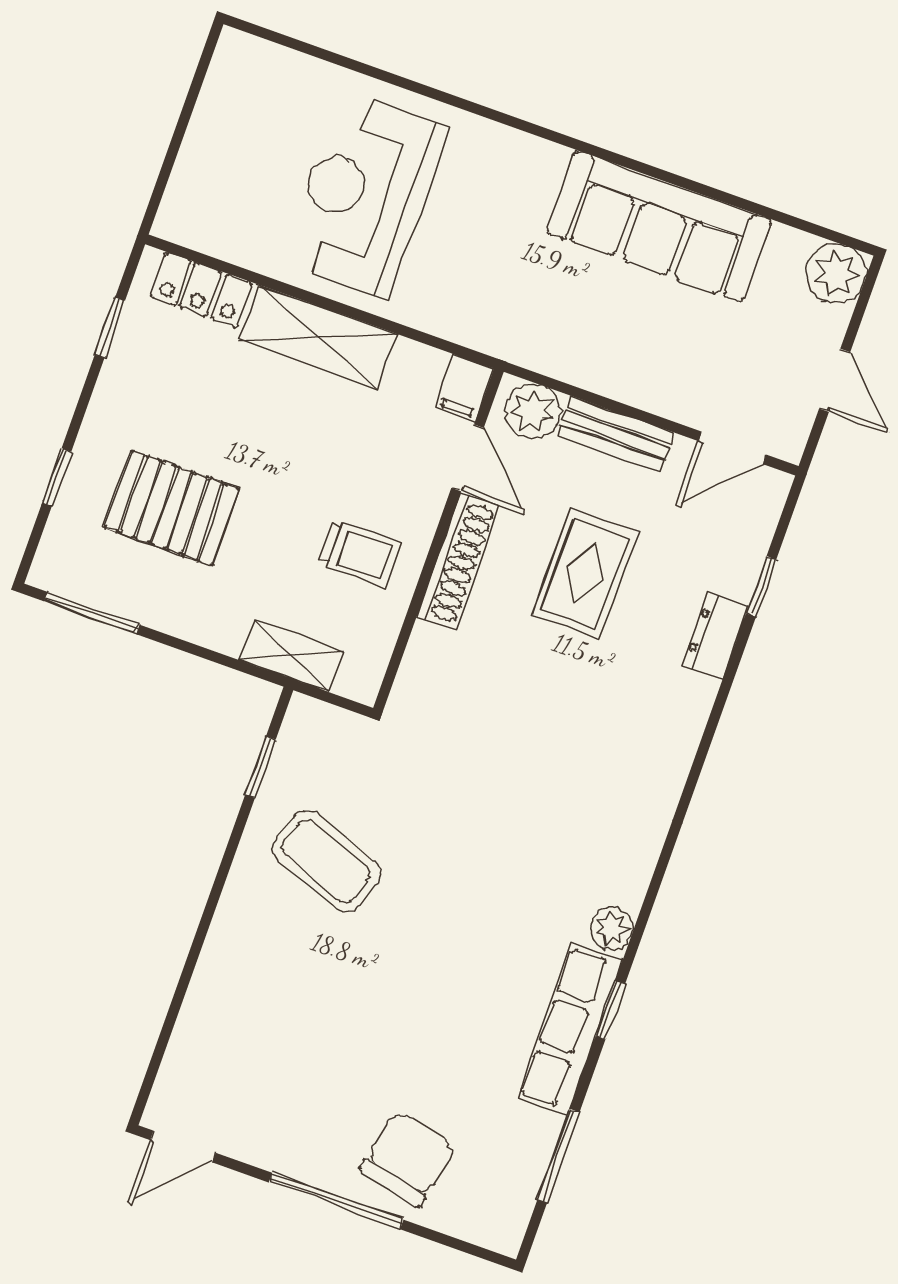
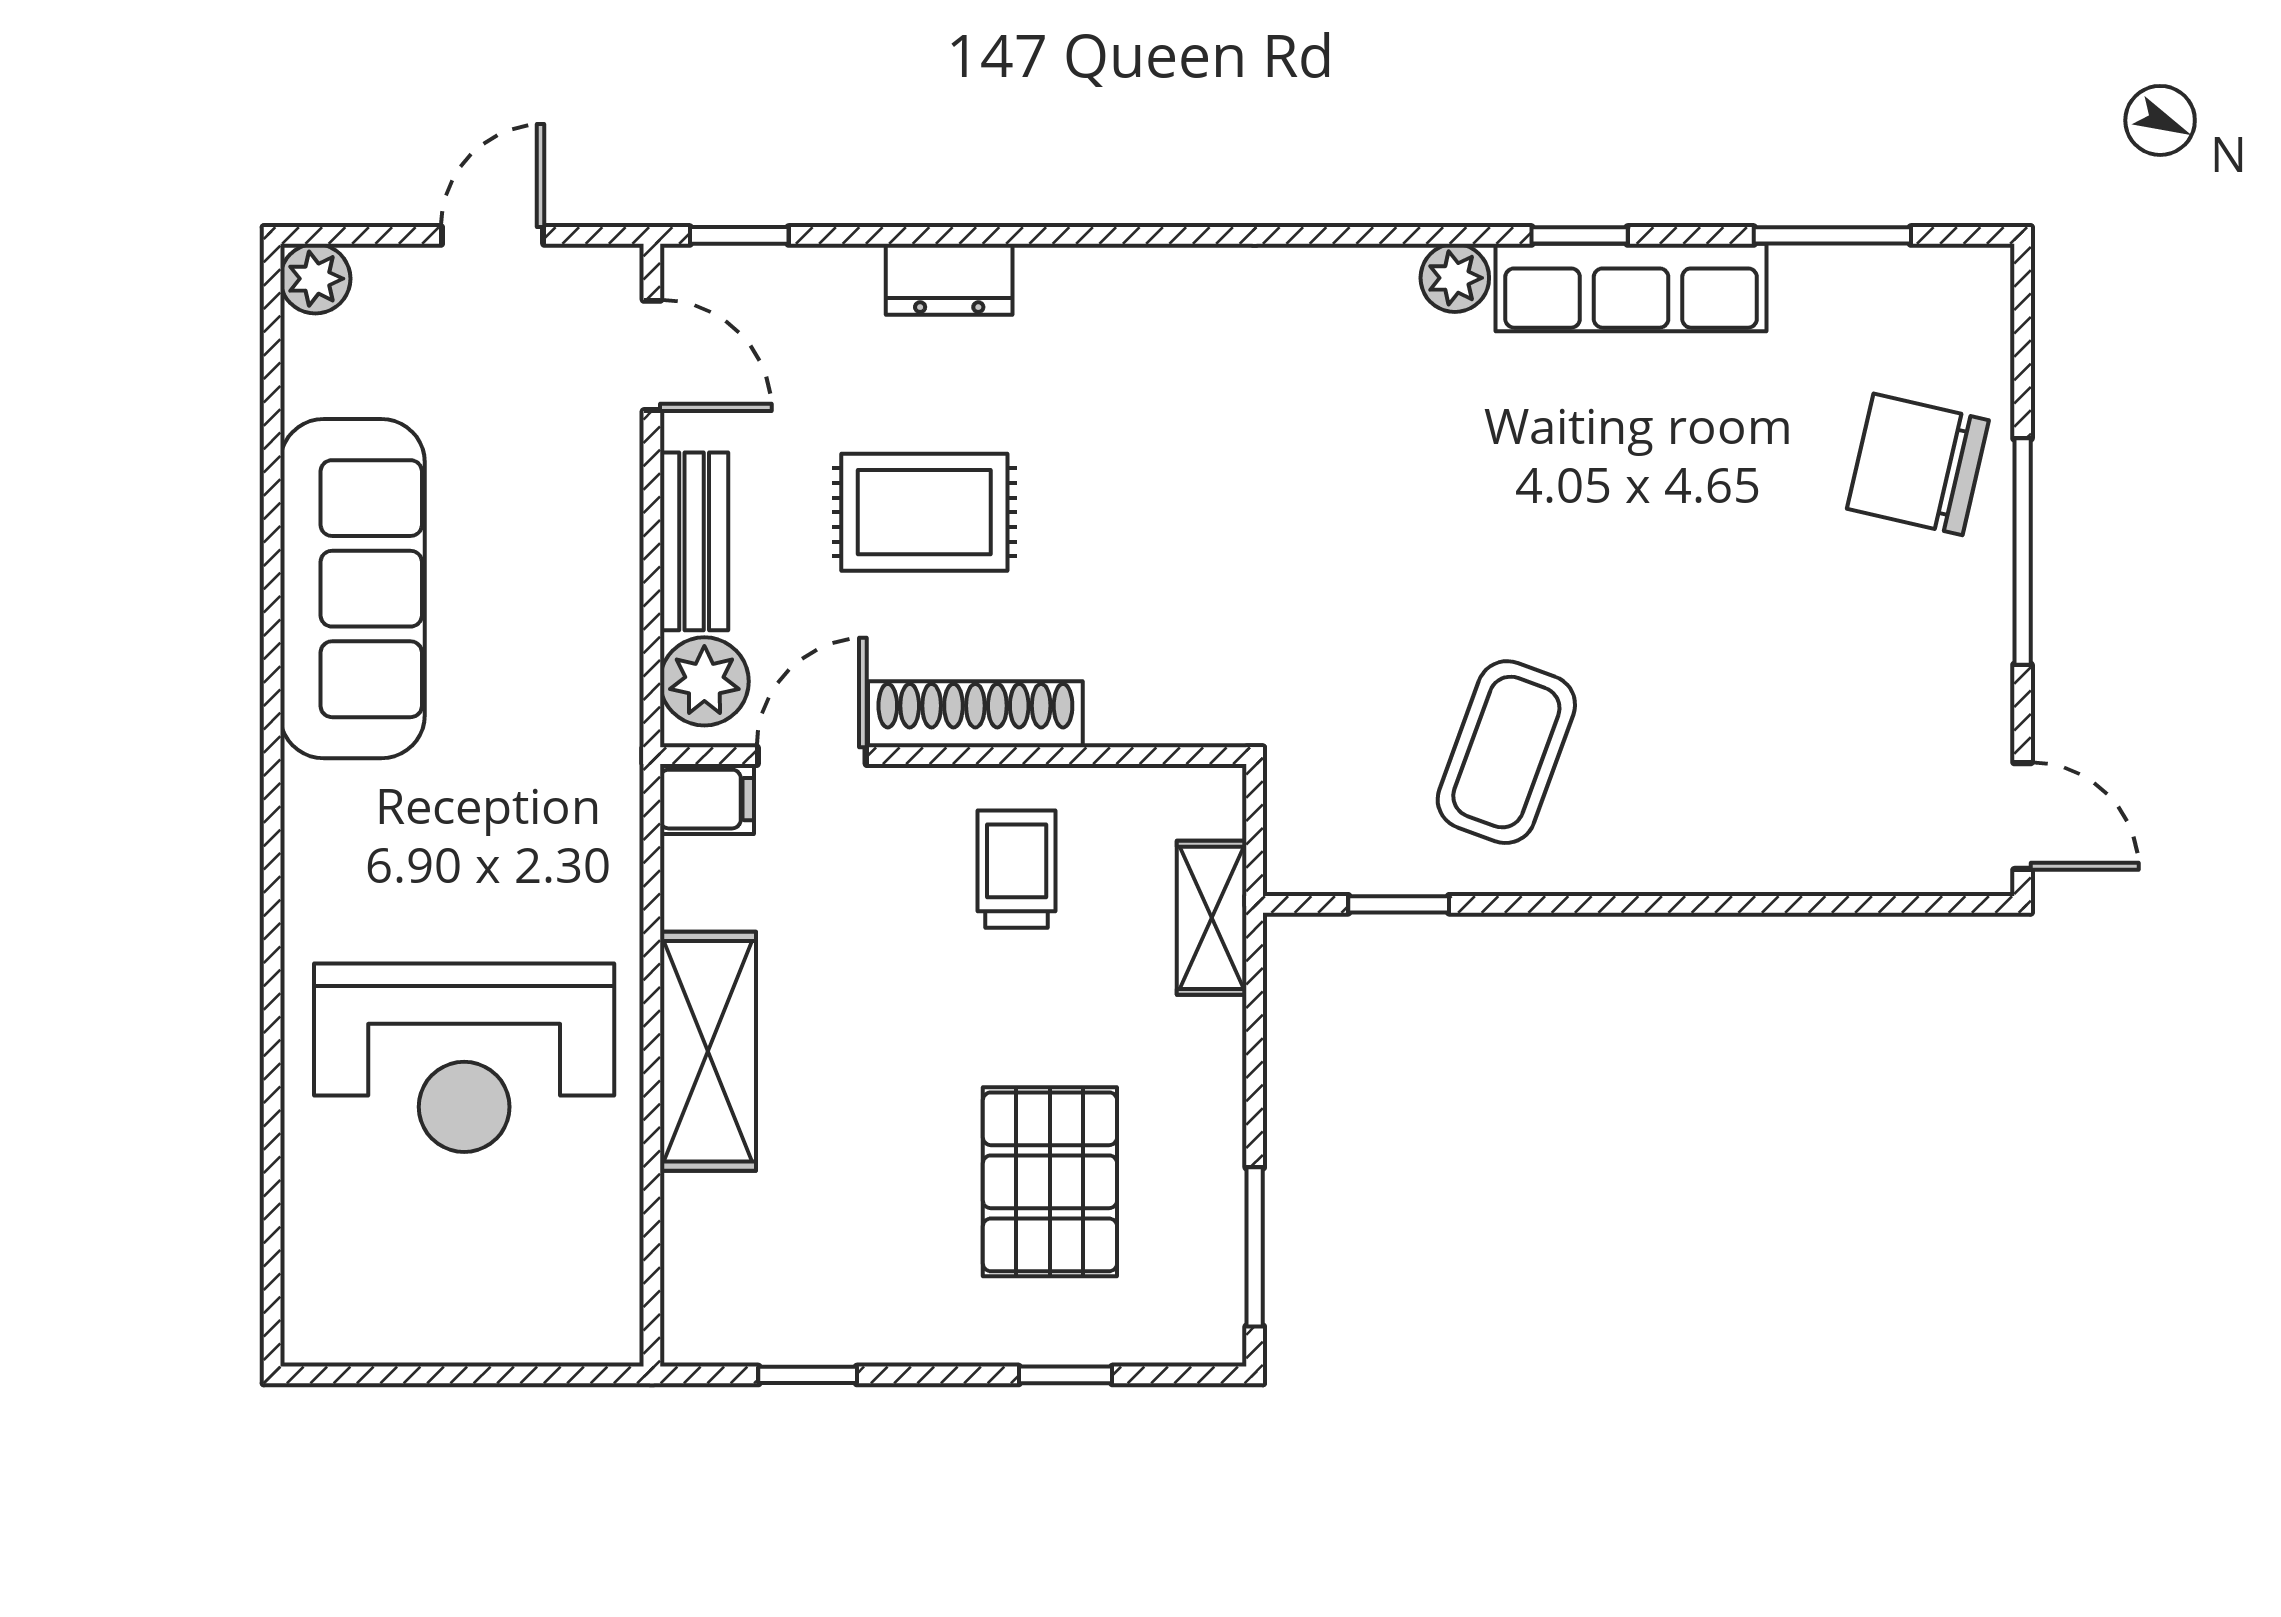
plant: (836, 274) -> (315, 279), width x0.73, depth x0.73
locker: (201, 290) -> (700, 1256), removed
window: (761, 587) -> (739, 235), moved

